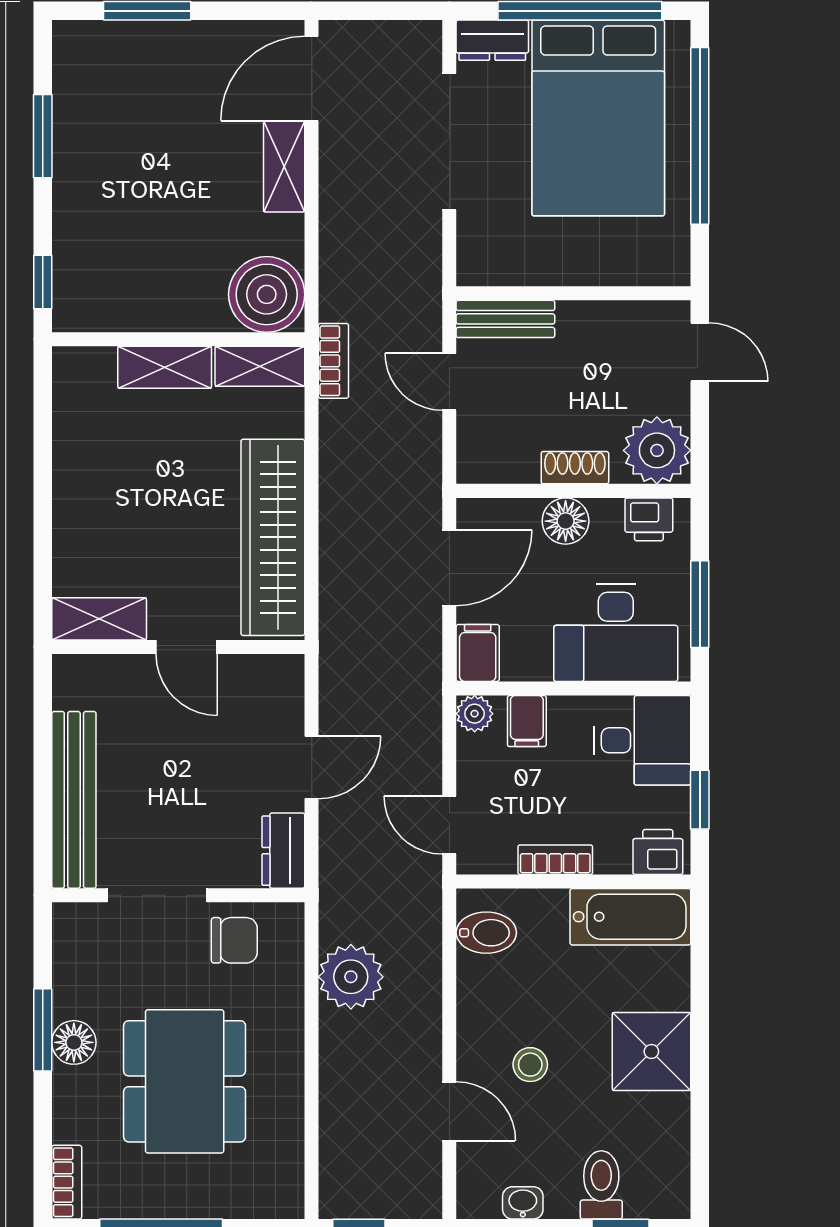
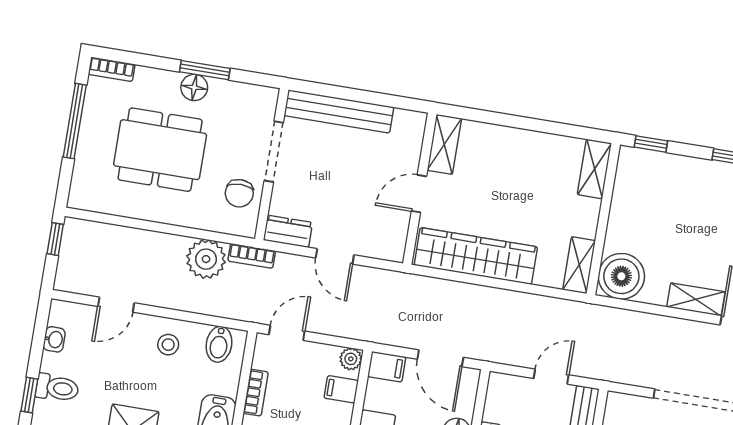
bookcase: (333, 361) -> (252, 256), moved
shelving: (165, 367) -> (595, 169), moved
stool: (530, 1065) -> (168, 345), moved

